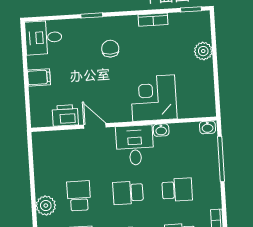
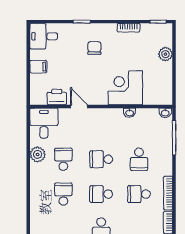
desk: (135, 145) -> (44, 123), moved
school desk: (177, 190) -> (139, 159), turned 90
plant: (46, 206) -> (38, 154), moved

